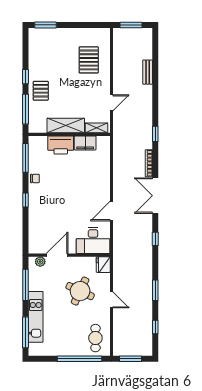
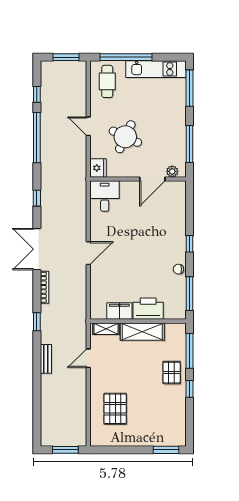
bench: (148, 72) -> (46, 359), moved
double door: (155, 196) -> (37, 249), swing flipped
door: (112, 211) -> (88, 253), moved
desk: (93, 241) -> (105, 196), width x0.73
window: (155, 290) -> (37, 138), width x2.11
kitchen unit: (36, 317) -> (156, 69), moved, turned -90

